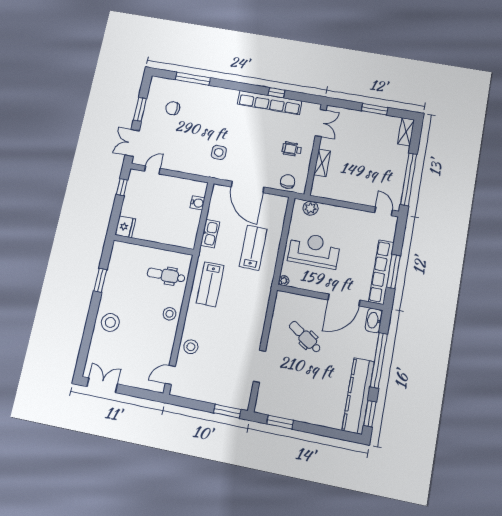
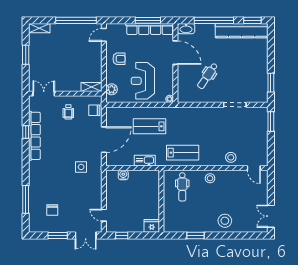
shelving: (322, 163) -> (91, 87), moved
armchair: (349, 225) -> (119, 59), added

